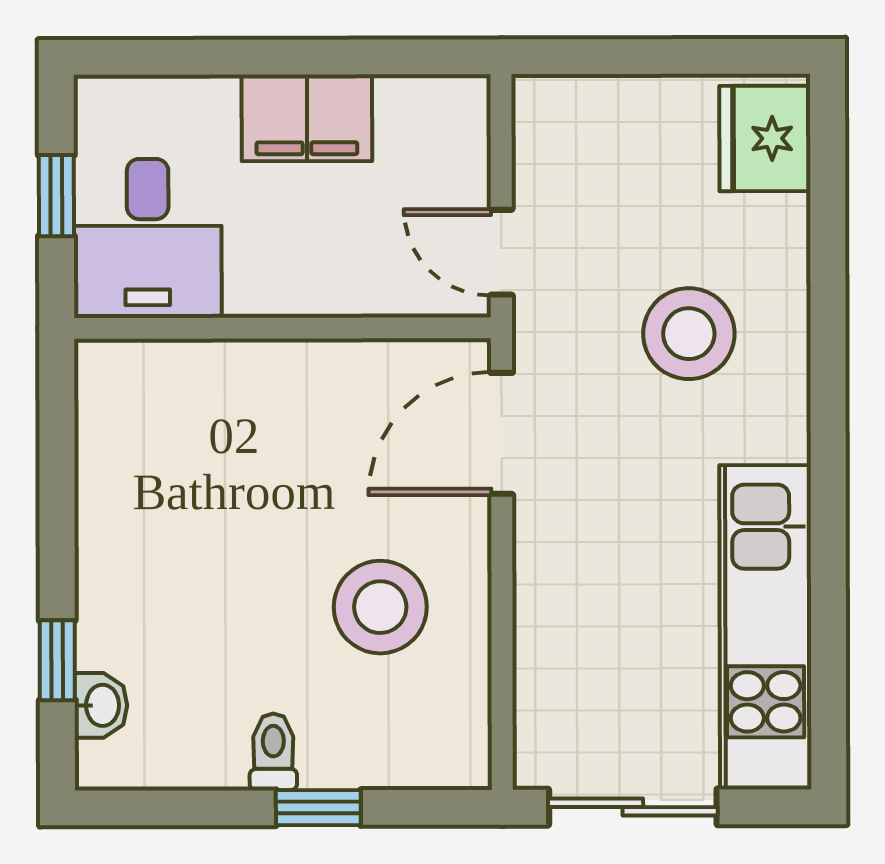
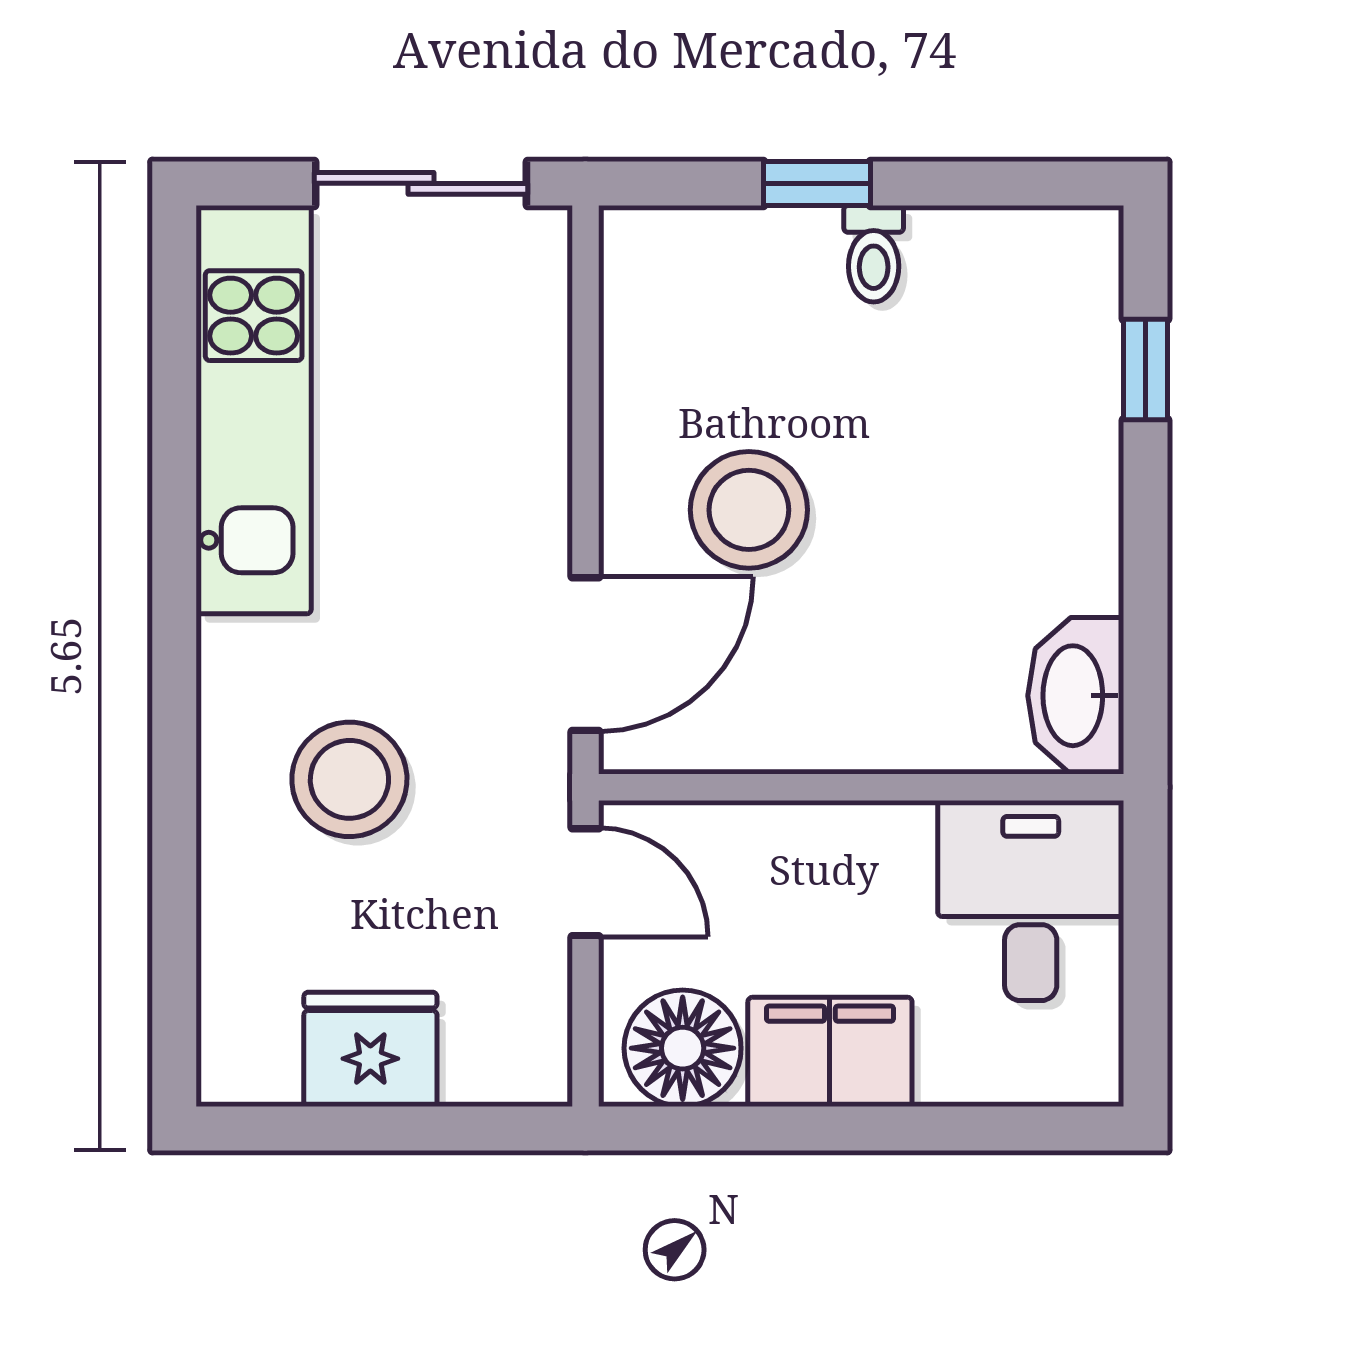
floor lamp: (424, 121) -> (683, 1048), added
fridge: (765, 138) -> (370, 1049), moved, turned -90
window: (56, 196) -> (1145, 955), removed
stool: (380, 607) -> (749, 510), moved
washbasin: (101, 705) -> (1076, 696), moved, width x1.91, depth x1.45

